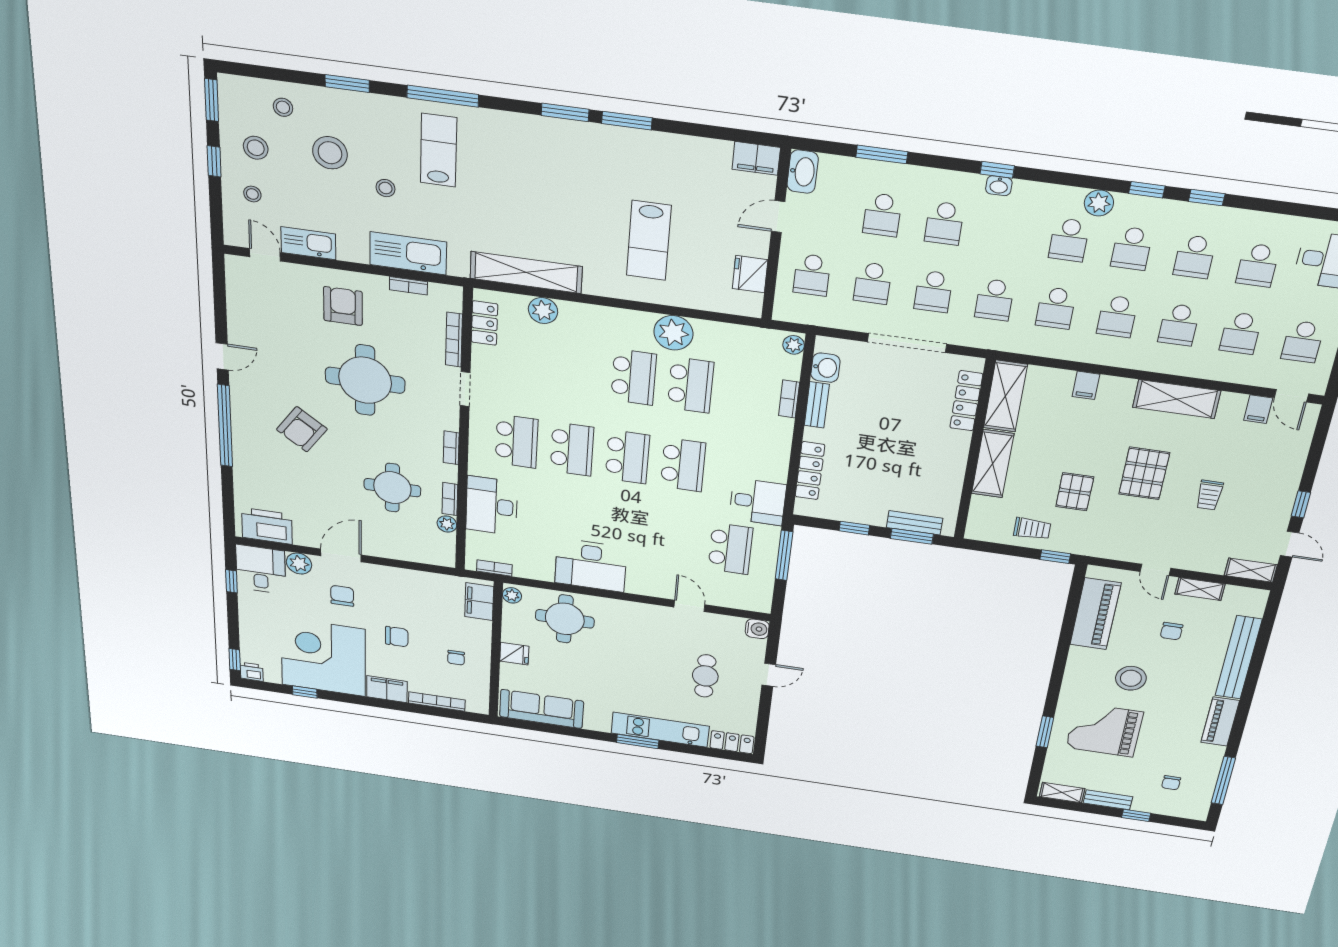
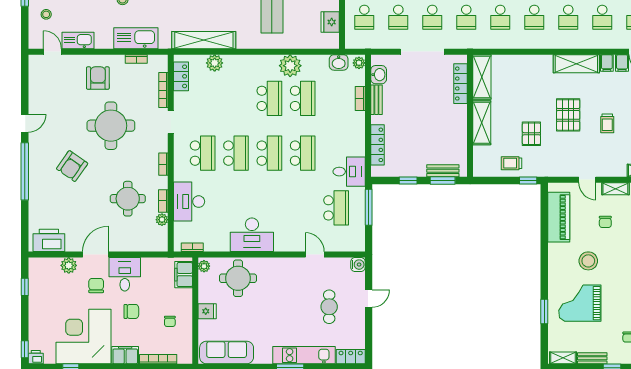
washbasin: (758, 339) -> (339, 62), added
filing cabinet: (1086, 385) -> (607, 63), moved
trolley: (1032, 529) -> (512, 163), turned 180
desk: (261, 569) -> (125, 274), moved

